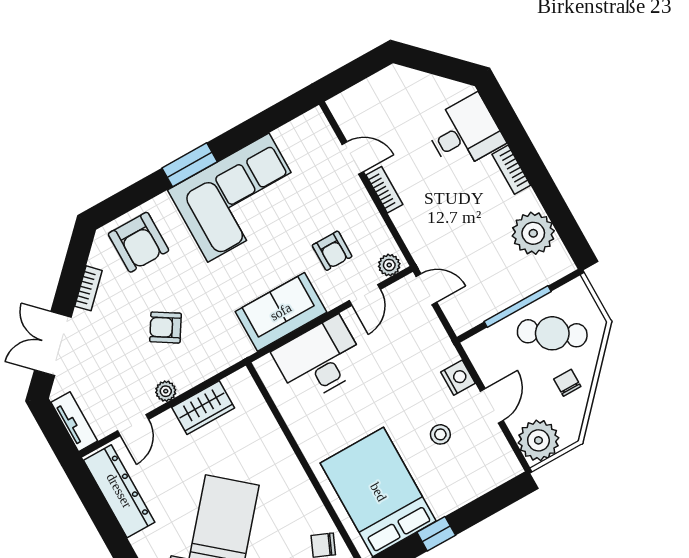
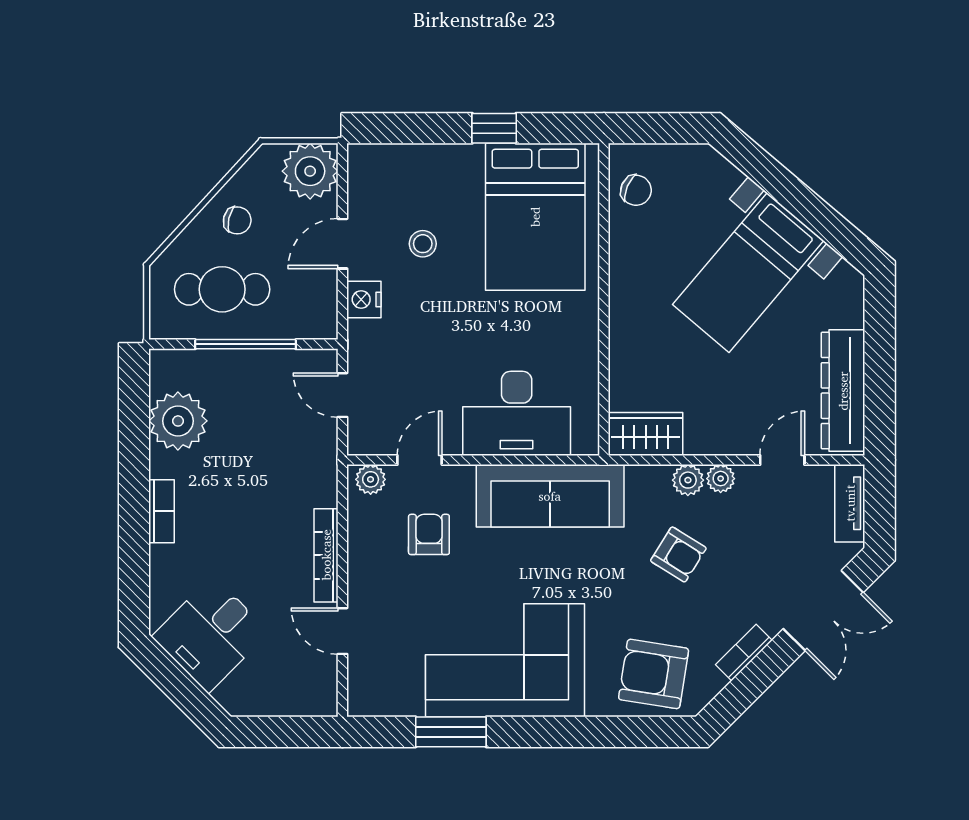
desk: (464, 133) -> (211, 634), moved, turned -45
window: (190, 165) -> (451, 732), moved
bookcase: (384, 190) -> (326, 555), width x1.56
armchair: (138, 242) -> (654, 674), turned -81
door: (426, 289) -> (342, 395), moved
sofa: (281, 312) -> (550, 496), width x1.36
cafe table: (552, 333) -> (222, 289), turned -34
plant: (186, 378) -> (688, 480), added
chair: (567, 383) -> (237, 220), turned -77
wardrobe: (203, 408) -> (646, 434), moved

